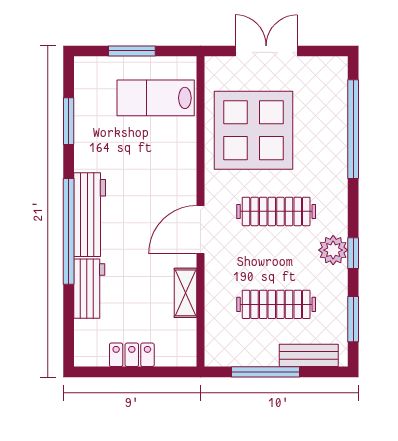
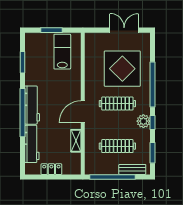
double door: (266, 51) -> (124, 30), moved
lab bench: (156, 98) -> (62, 52), turned 90
window: (353, 129) -> (153, 85), moved
display table: (253, 130) -> (122, 69), moved
workbench: (89, 289) -> (32, 144), width x1.38
window: (266, 372) -> (113, 177), width x1.46

